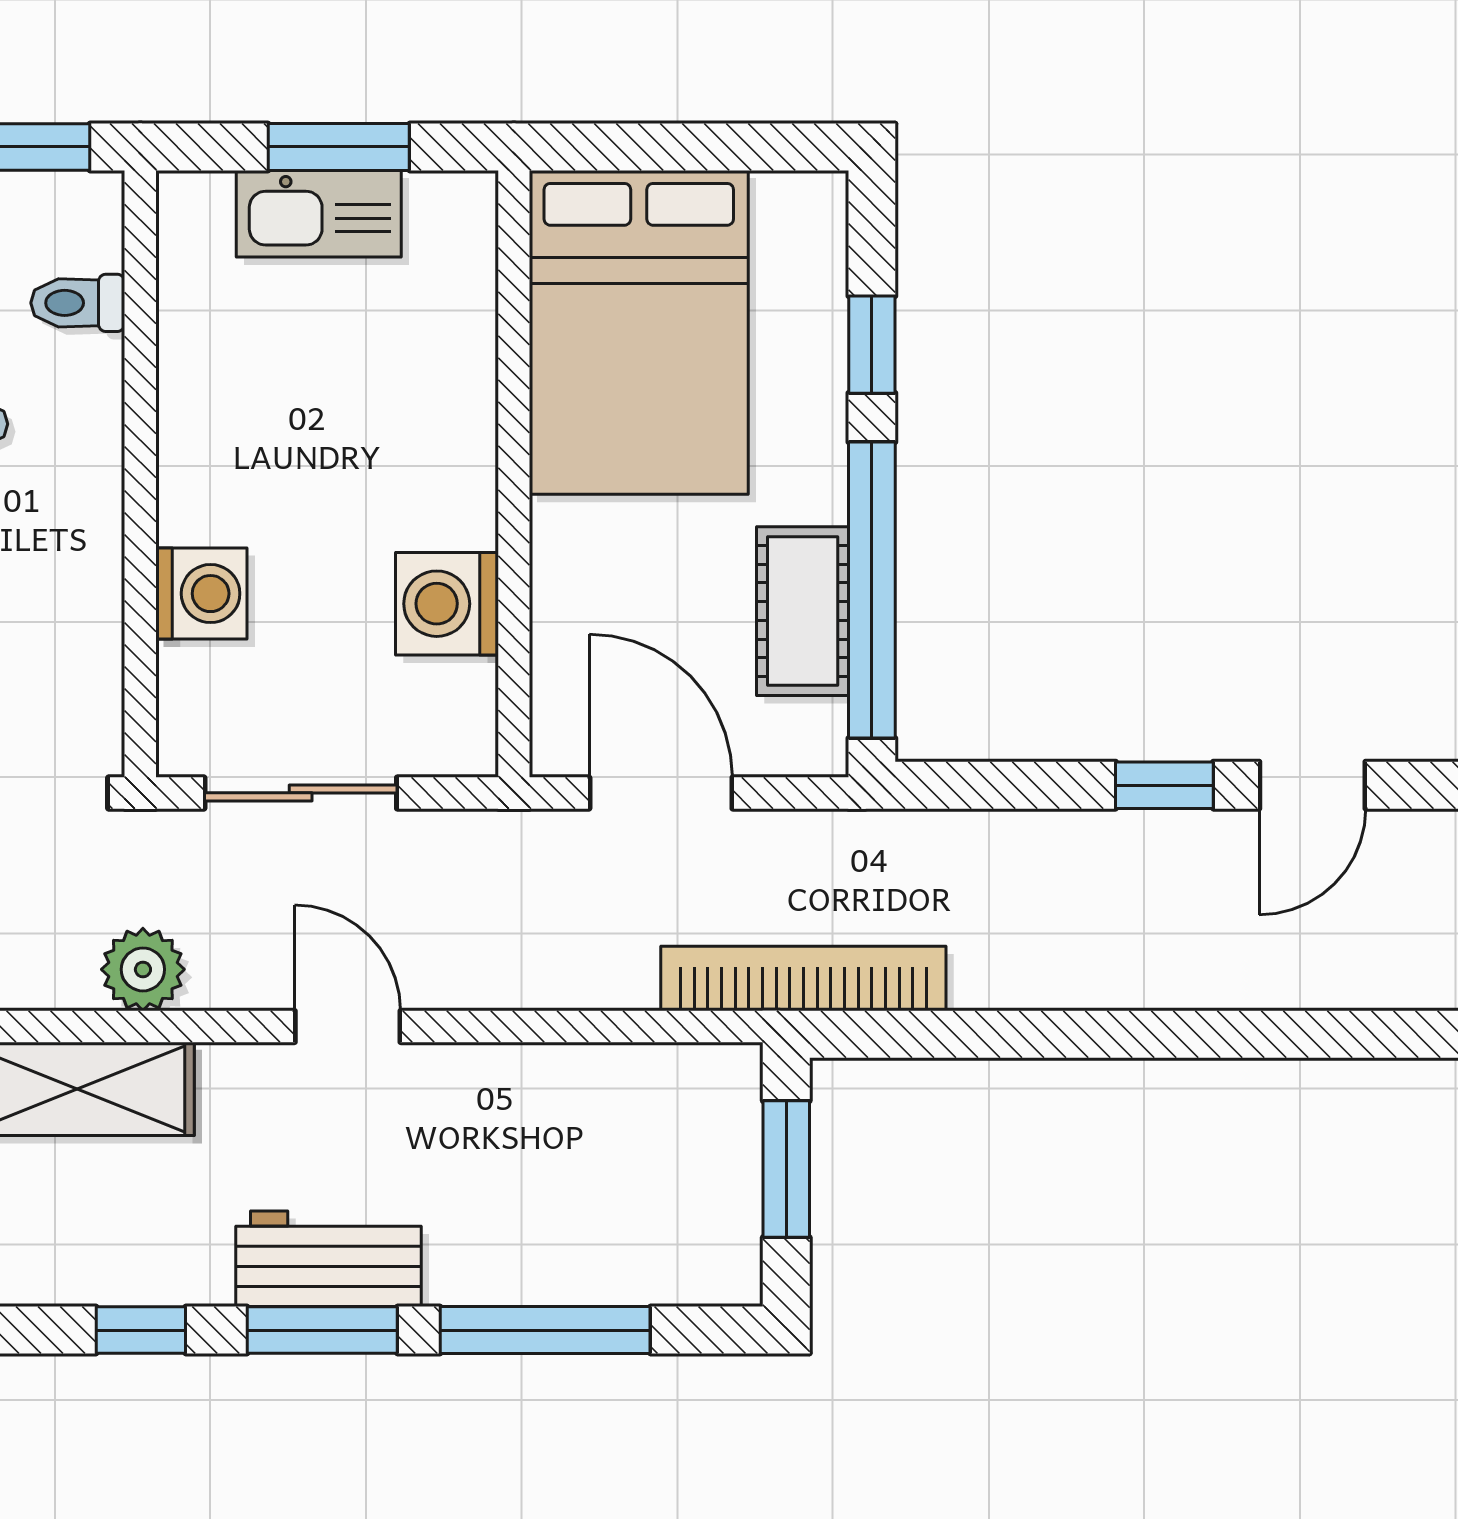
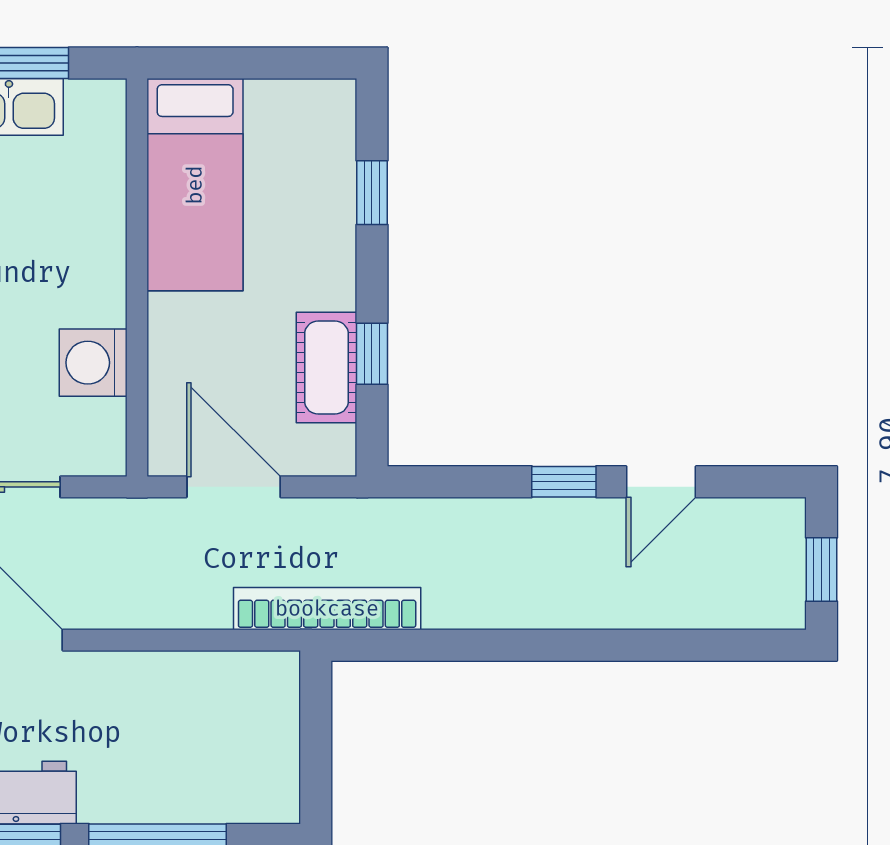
bed: (639, 332) -> (195, 185), width x0.67
window: (872, 590) -> (372, 354), width x0.32
window: (786, 1169) -> (316, 734), removed

